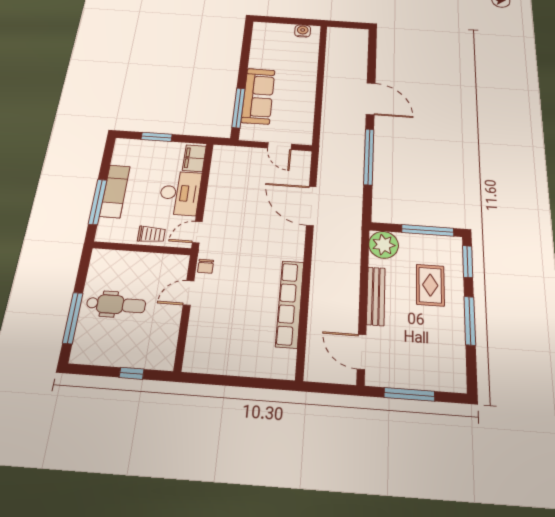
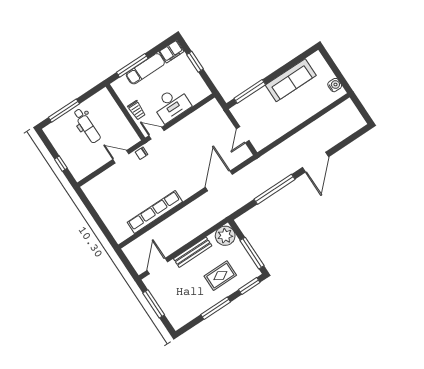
sofa: (258, 96) -> (291, 80), moved
filing cabinet: (194, 158) -> (171, 51), moved, turned 180

